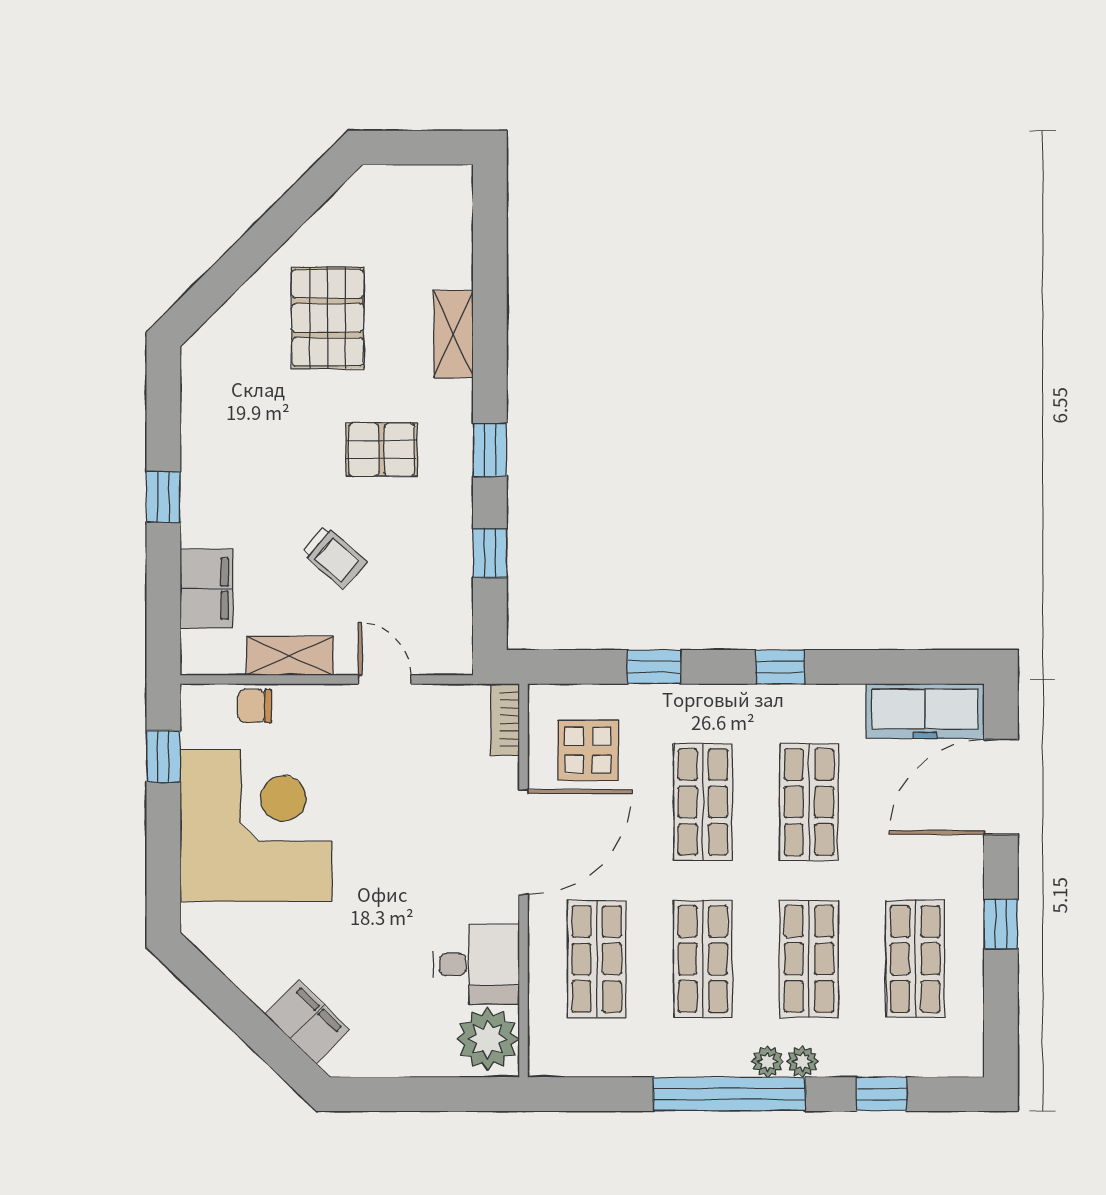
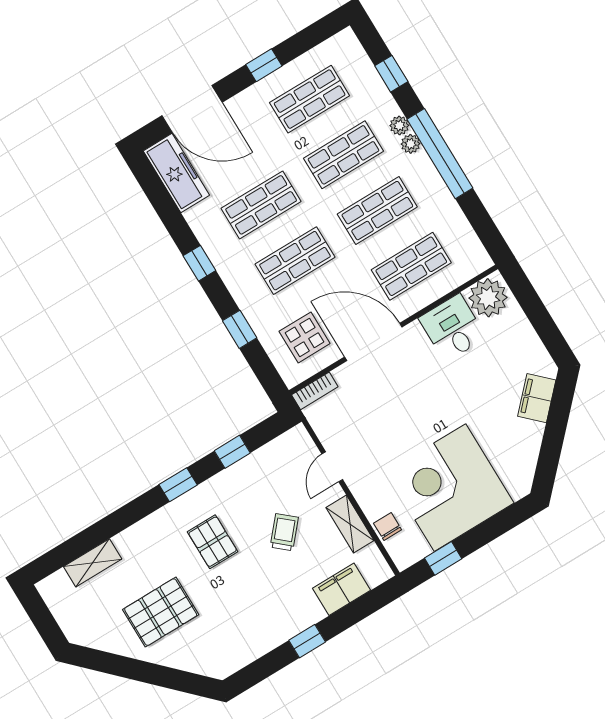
shelving: (454, 334) -> (93, 563), moved
chair: (255, 706) -> (388, 527), turned 180

